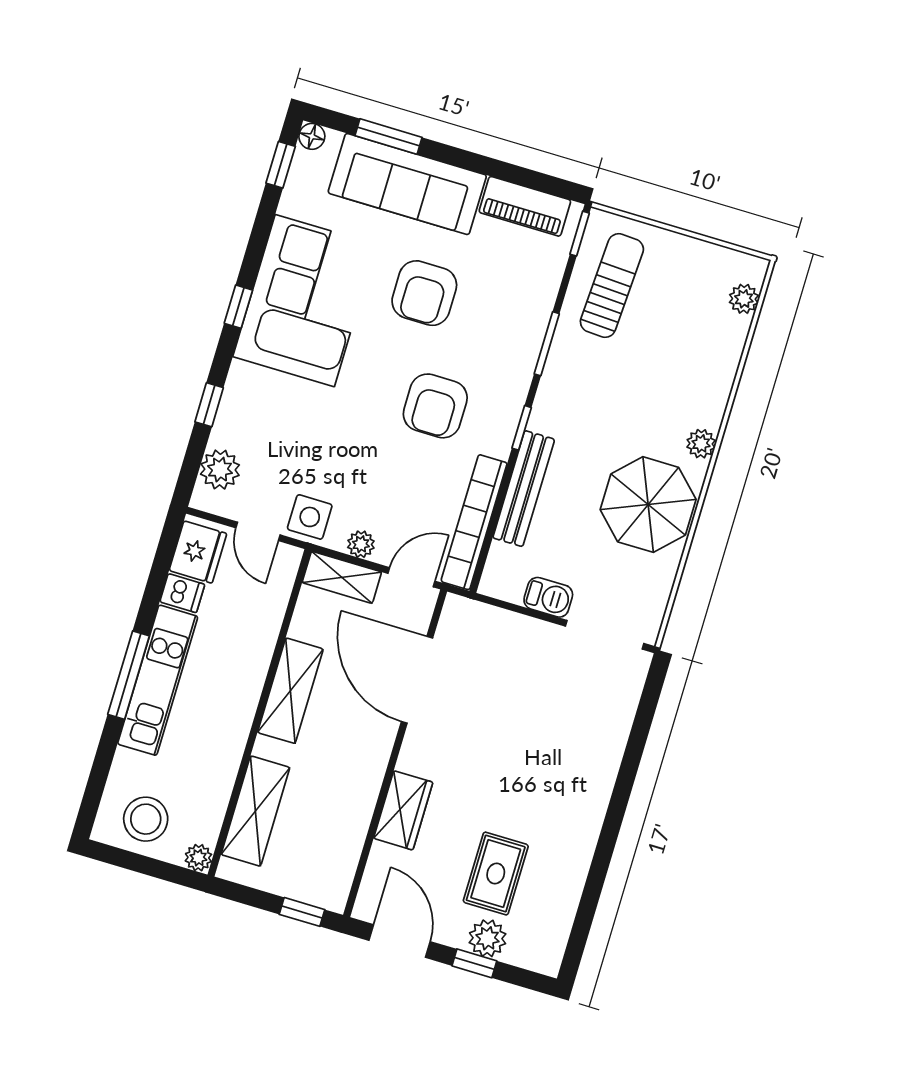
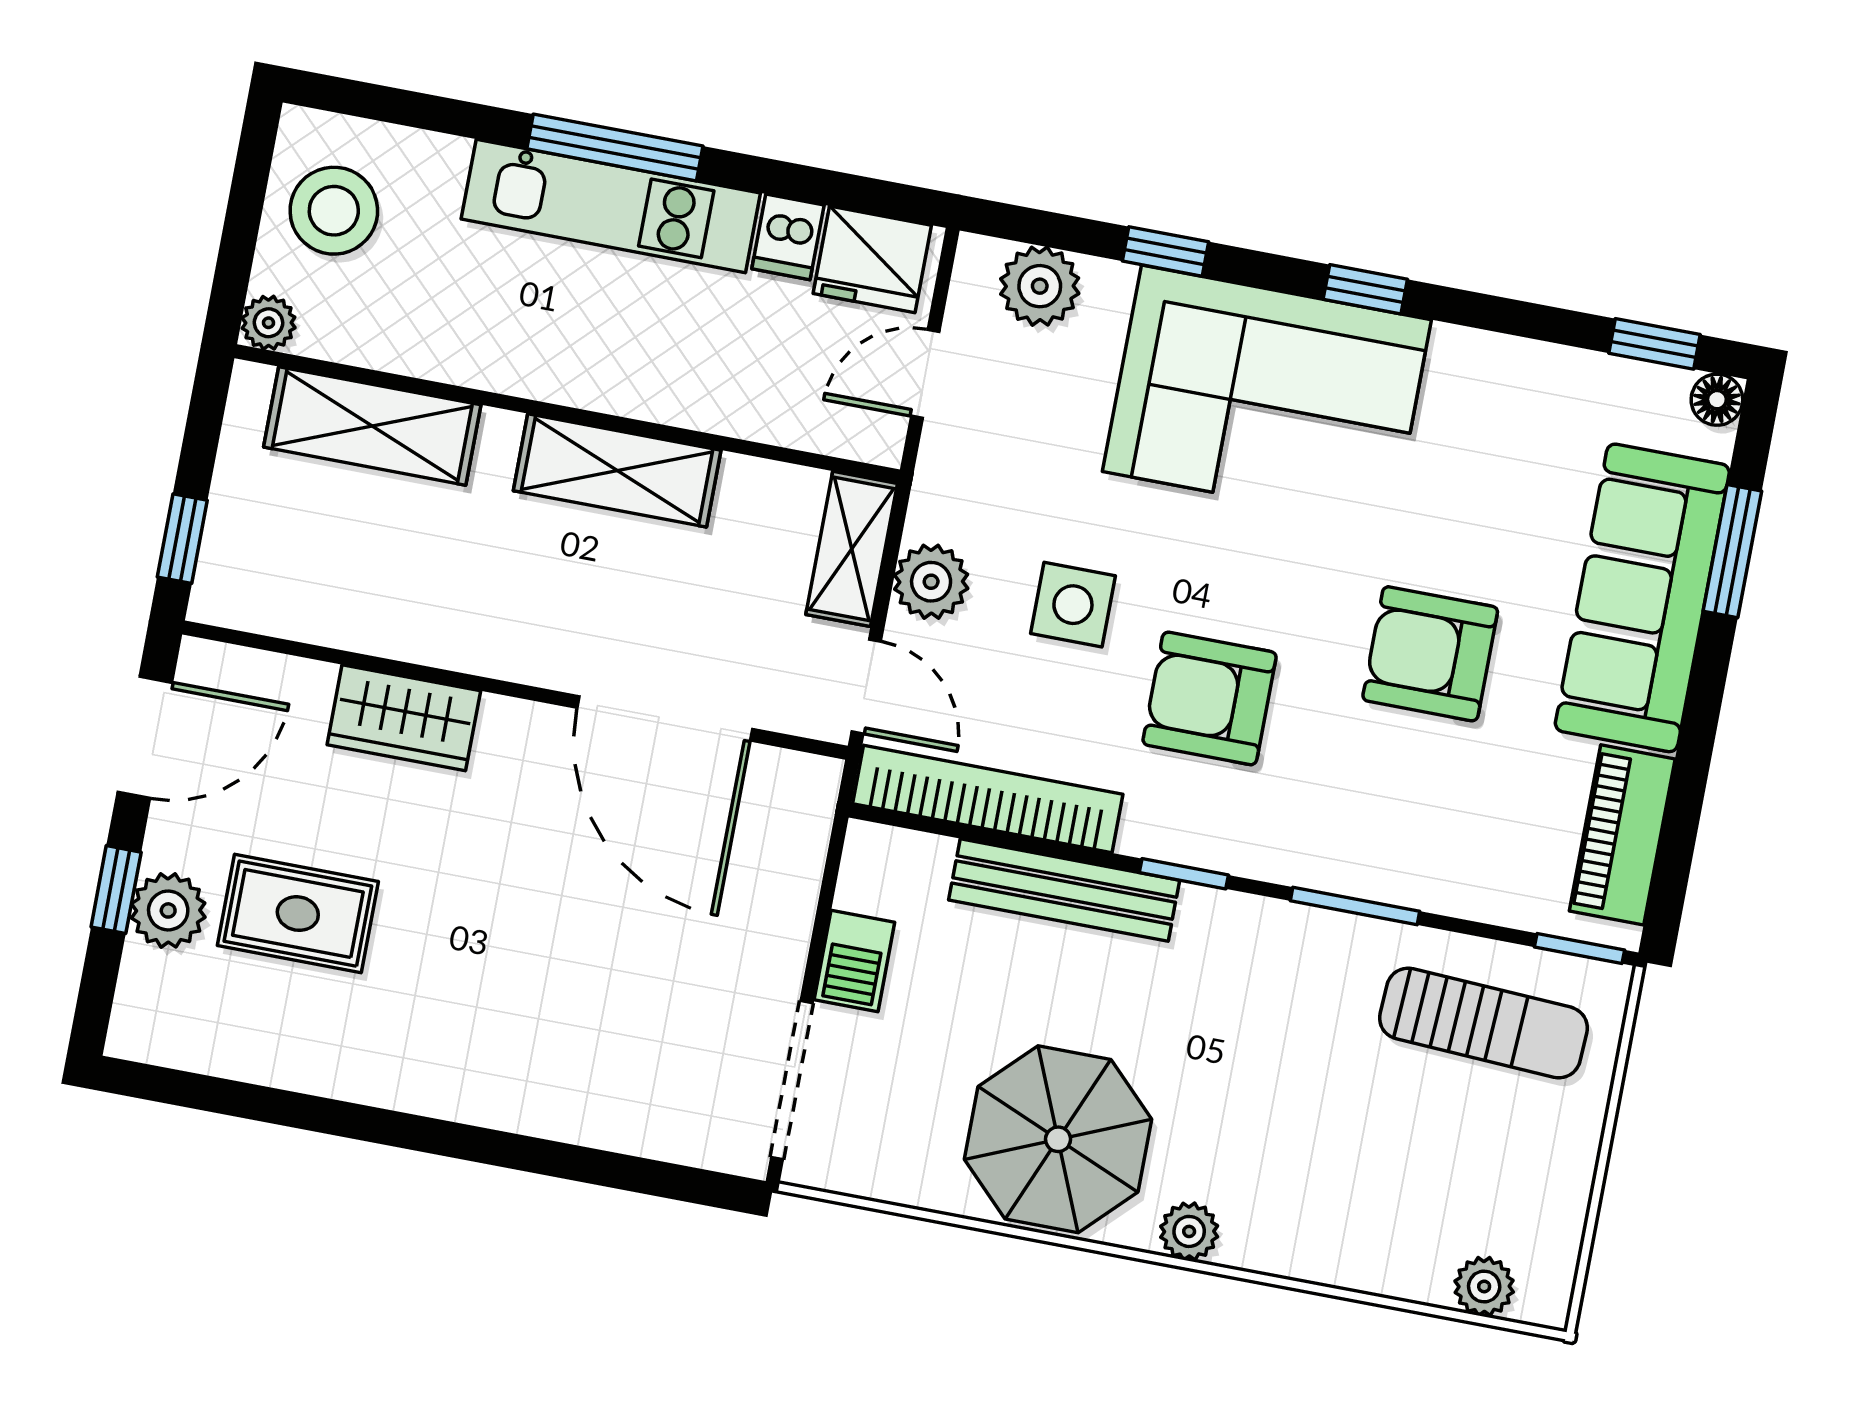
corner sofa: (305, 301) -> (1267, 396), moved
side table: (310, 517) -> (1073, 605), moved
plant: (361, 544) -> (931, 582), width x1.38, depth x1.38
door: (417, 680) -> (665, 718), swing flipped

